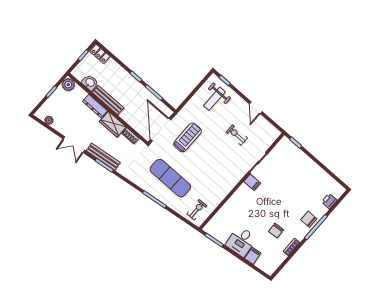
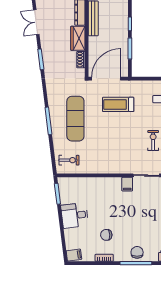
treadmill: (188, 137) -> (118, 104), turned 180
bench: (103, 157) -> (47, 53), removed
filing cabinet: (253, 256) -> (74, 255), moved

